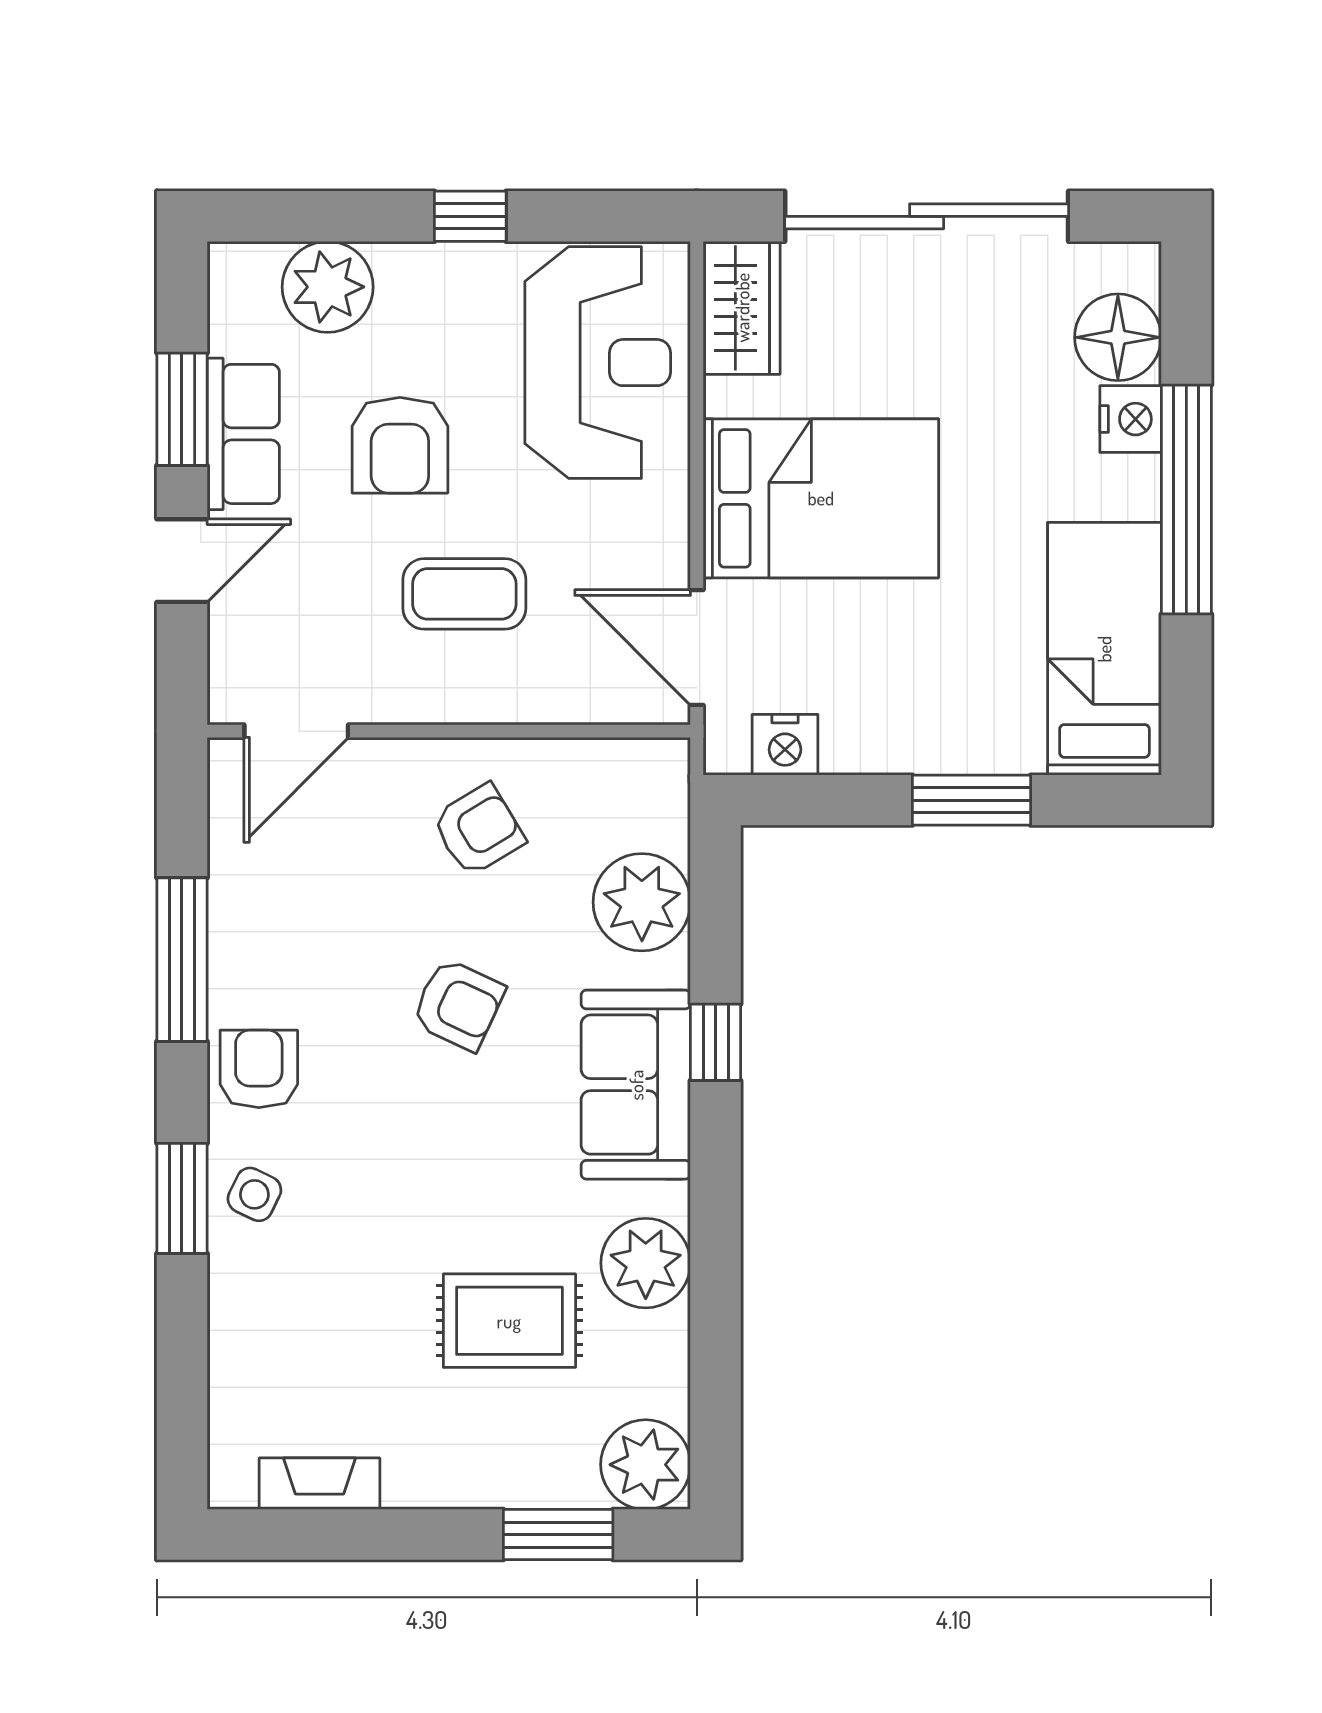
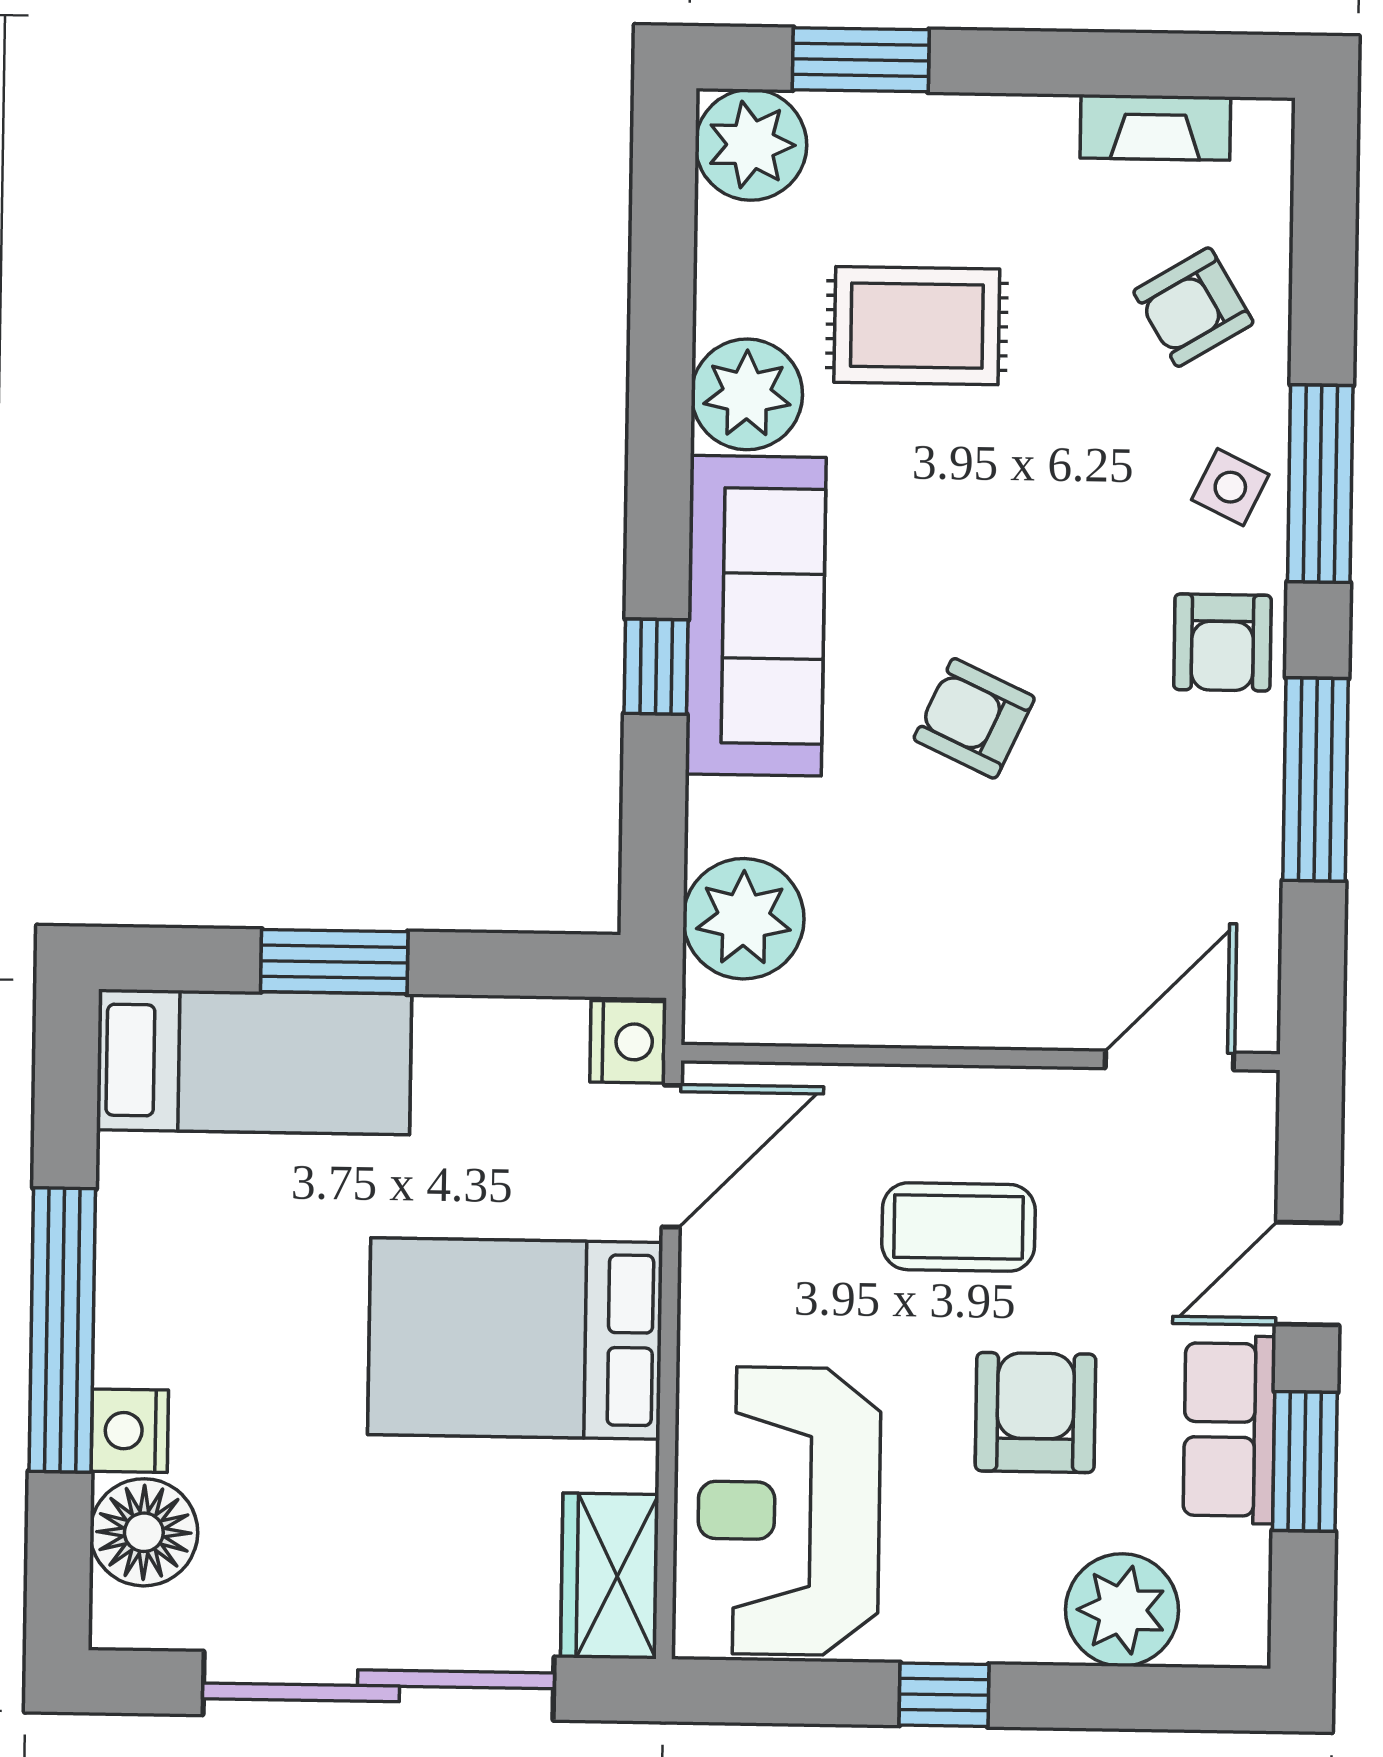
door: (697, 648) -> (672, 1156), hinge flipped
bed: (1104, 649) -> (254, 1062), moved, turned -90
nightstand: (785, 745) -> (628, 1042), moved, turned 90
armchair: (478, 830) -> (1193, 307), moved
plant: (642, 902) -> (744, 919), moved
sofa: (636, 1085) -> (756, 616), width x1.36
window: (182, 1198) -> (1320, 484), width x1.44

